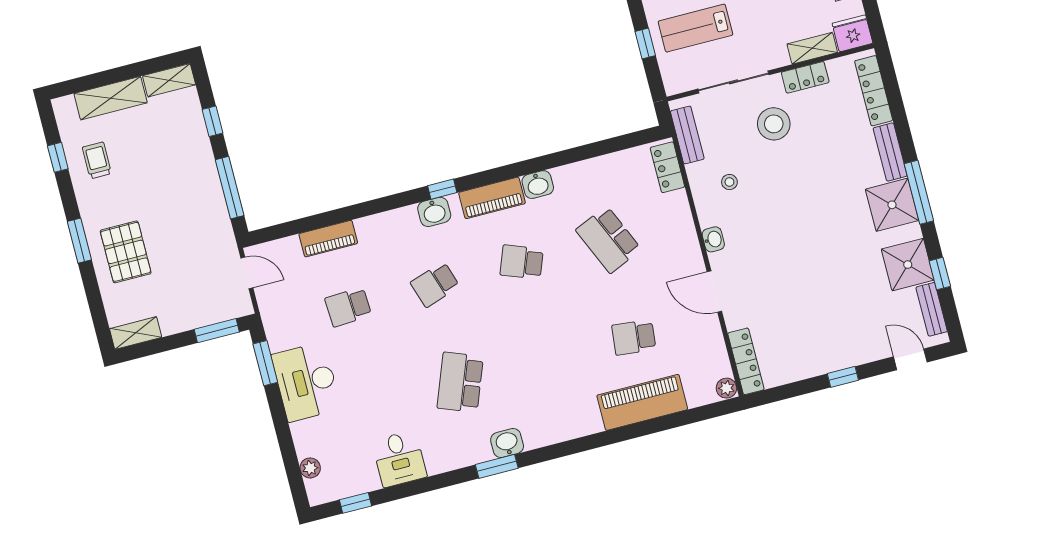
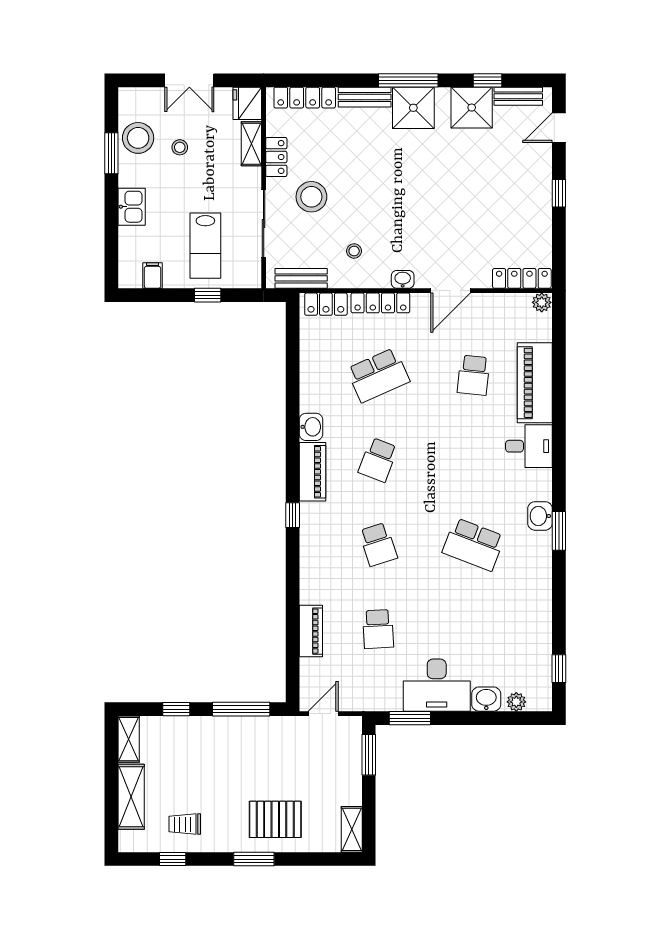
washbasin: (434, 212) -> (486, 699), moved, turned -90
locker: (683, 223) -> (380, 303), added
desk: (399, 459) -> (529, 446), moved

